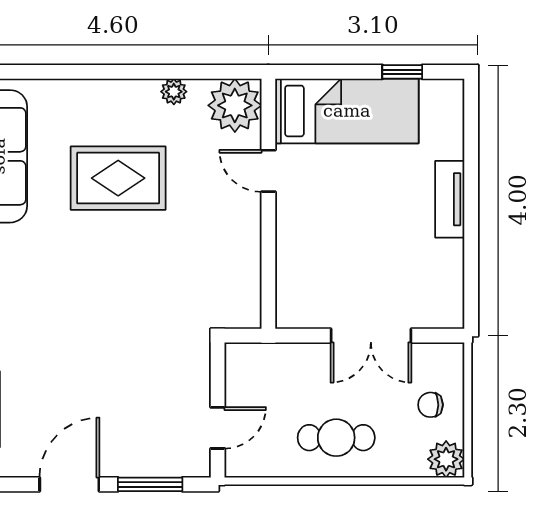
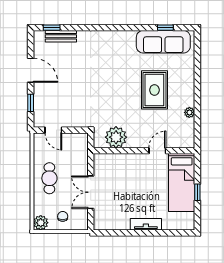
window: (402, 72) -> (197, 192), moved
plant: (235, 105) -> (116, 137), moved
window: (150, 484) -> (31, 103), width x0.67

